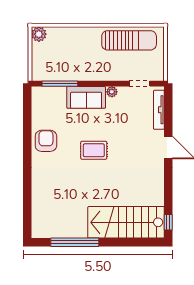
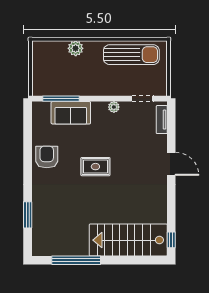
plant: (39, 34) -> (76, 48), moved
sofa: (86, 97) -> (71, 113), moved
tv unit: (159, 110) -> (162, 120), width x0.71
window: (27, 198) -> (28, 215), added

